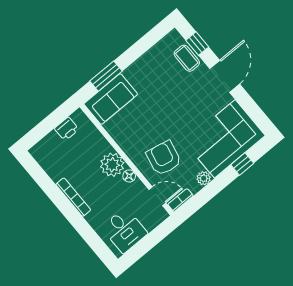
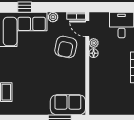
printer: (67, 129) -> (106, 109), removed
plant: (112, 165) -> (94, 43), moved, width x0.53, depth x0.53

